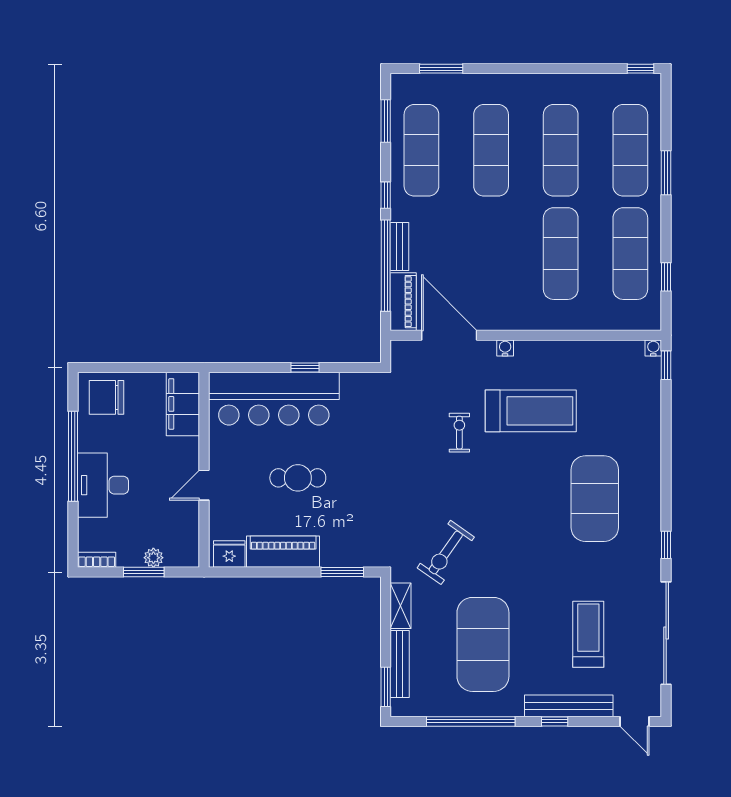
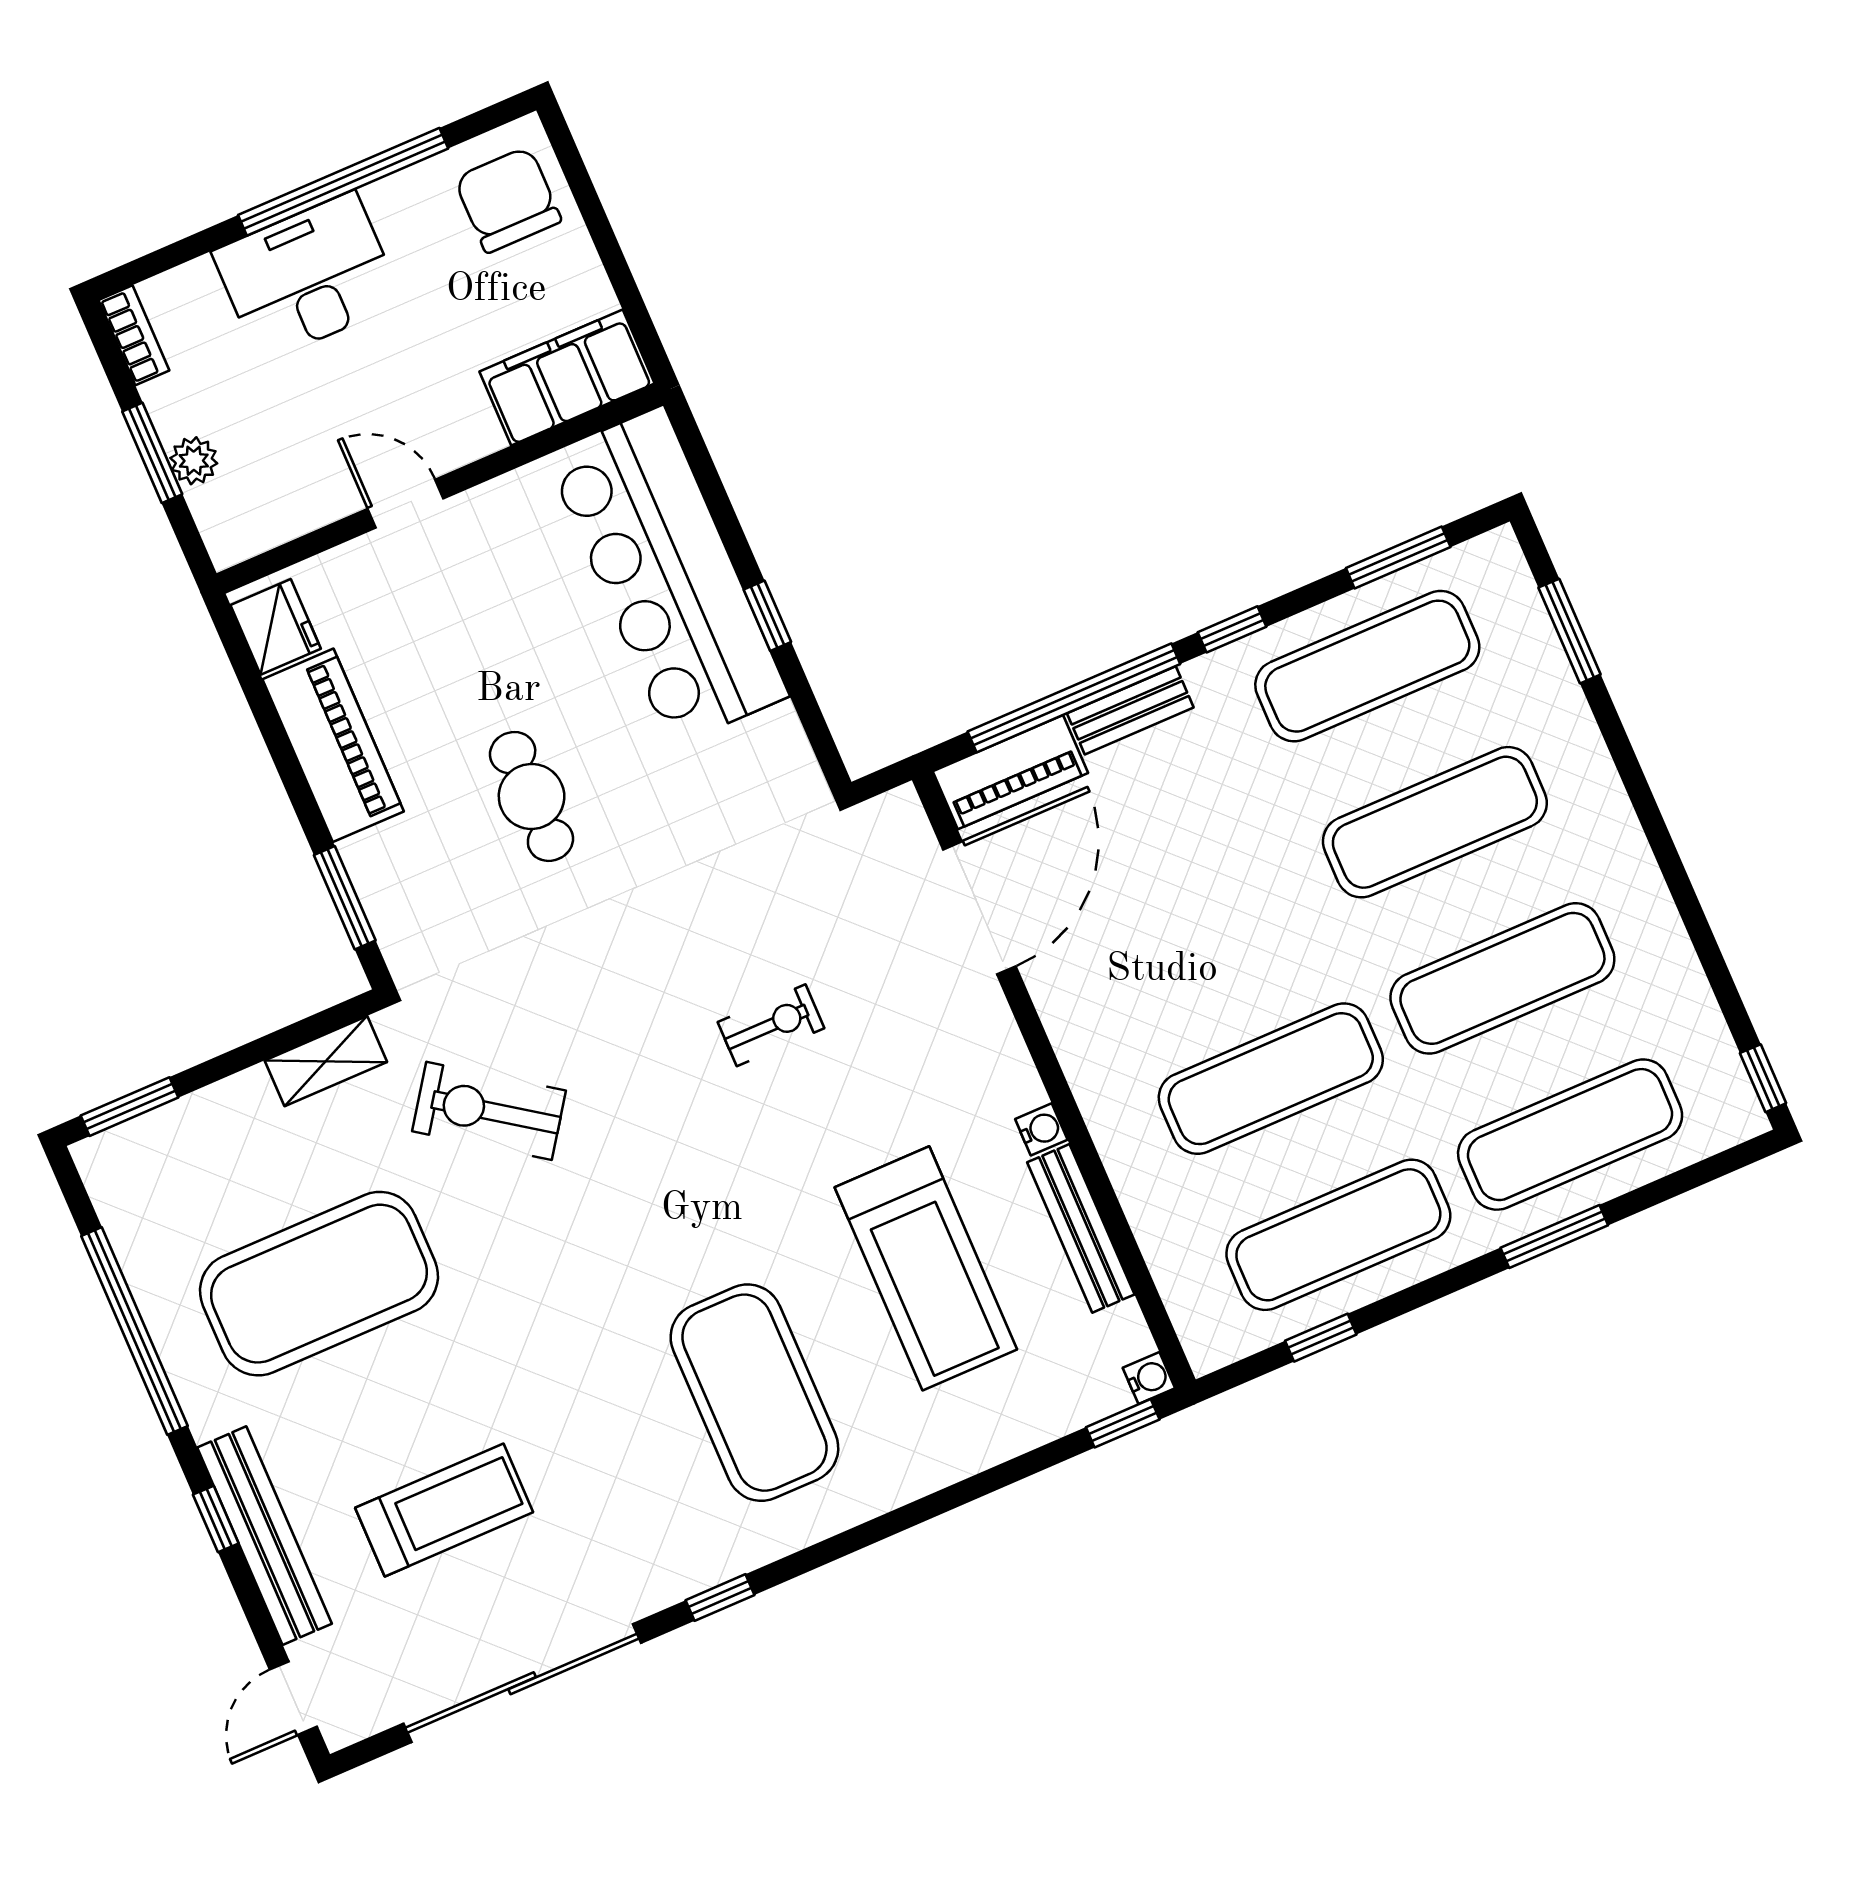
water cooler: (505, 348) -> (1041, 1129), moved
treadmill: (531, 411) -> (926, 1268), moved
cafe table: (298, 478) -> (532, 796), moved
exercise mat: (595, 499) -> (754, 1393), turned 90
bench: (400, 664) -> (1081, 1228), moved, turned 90

